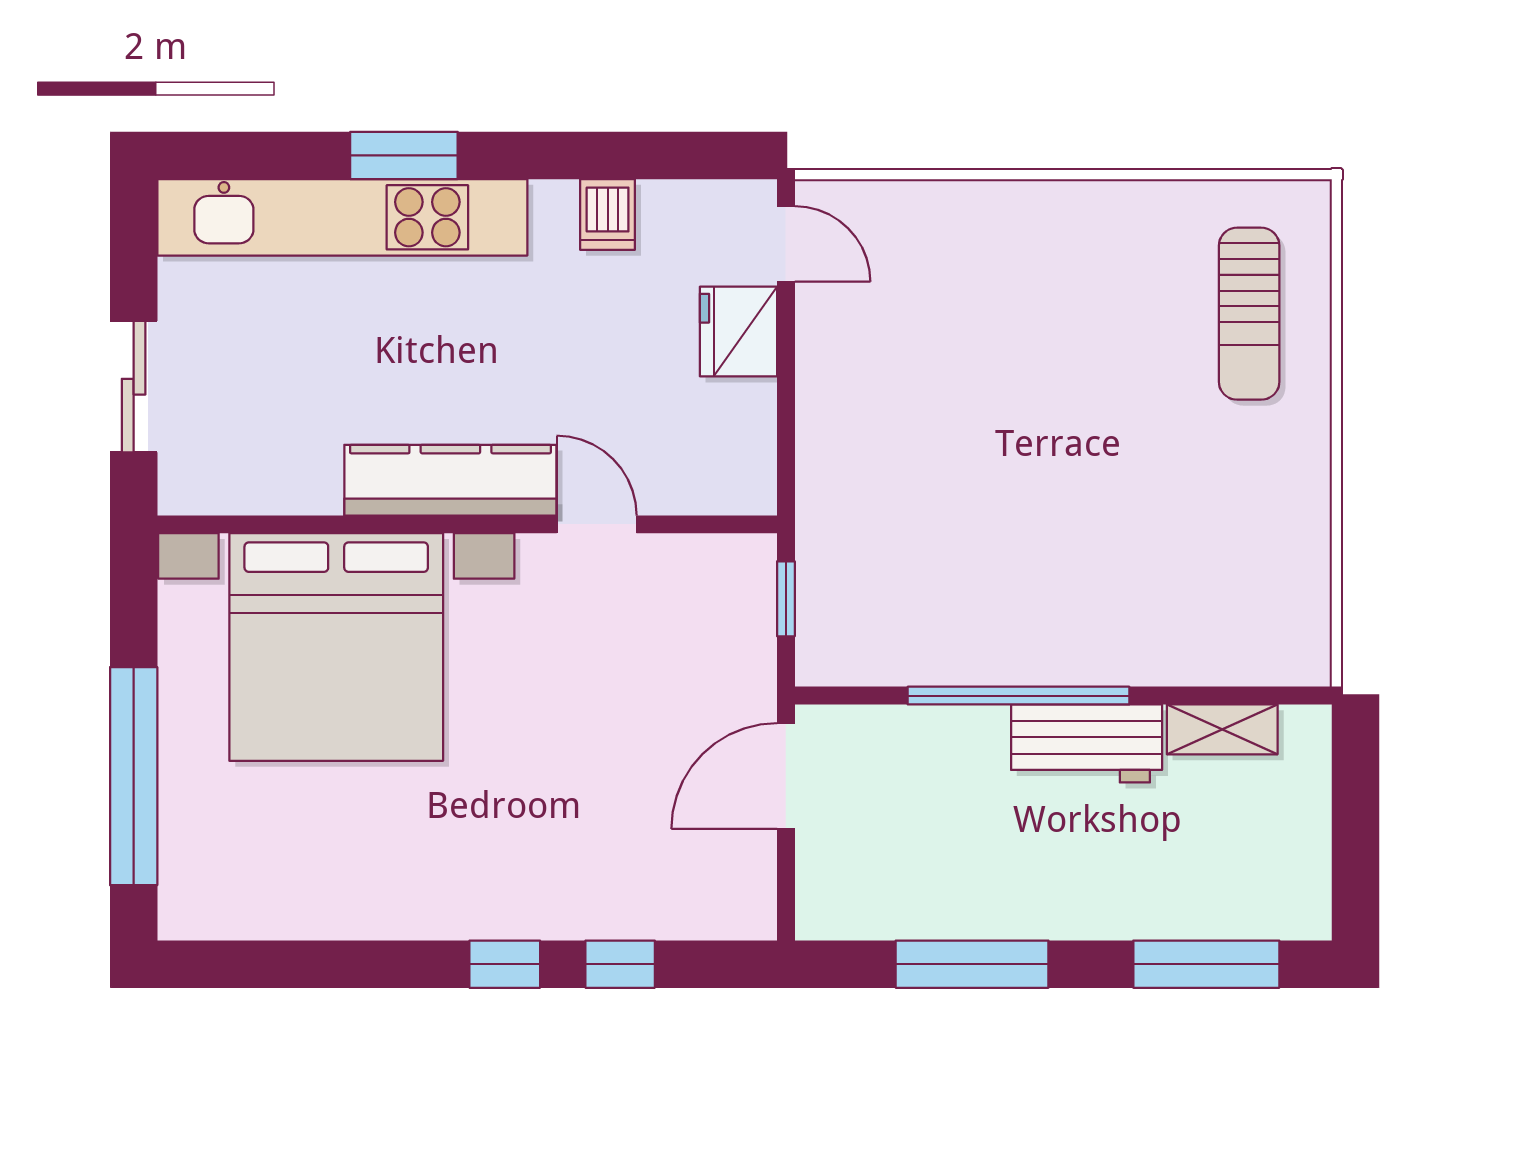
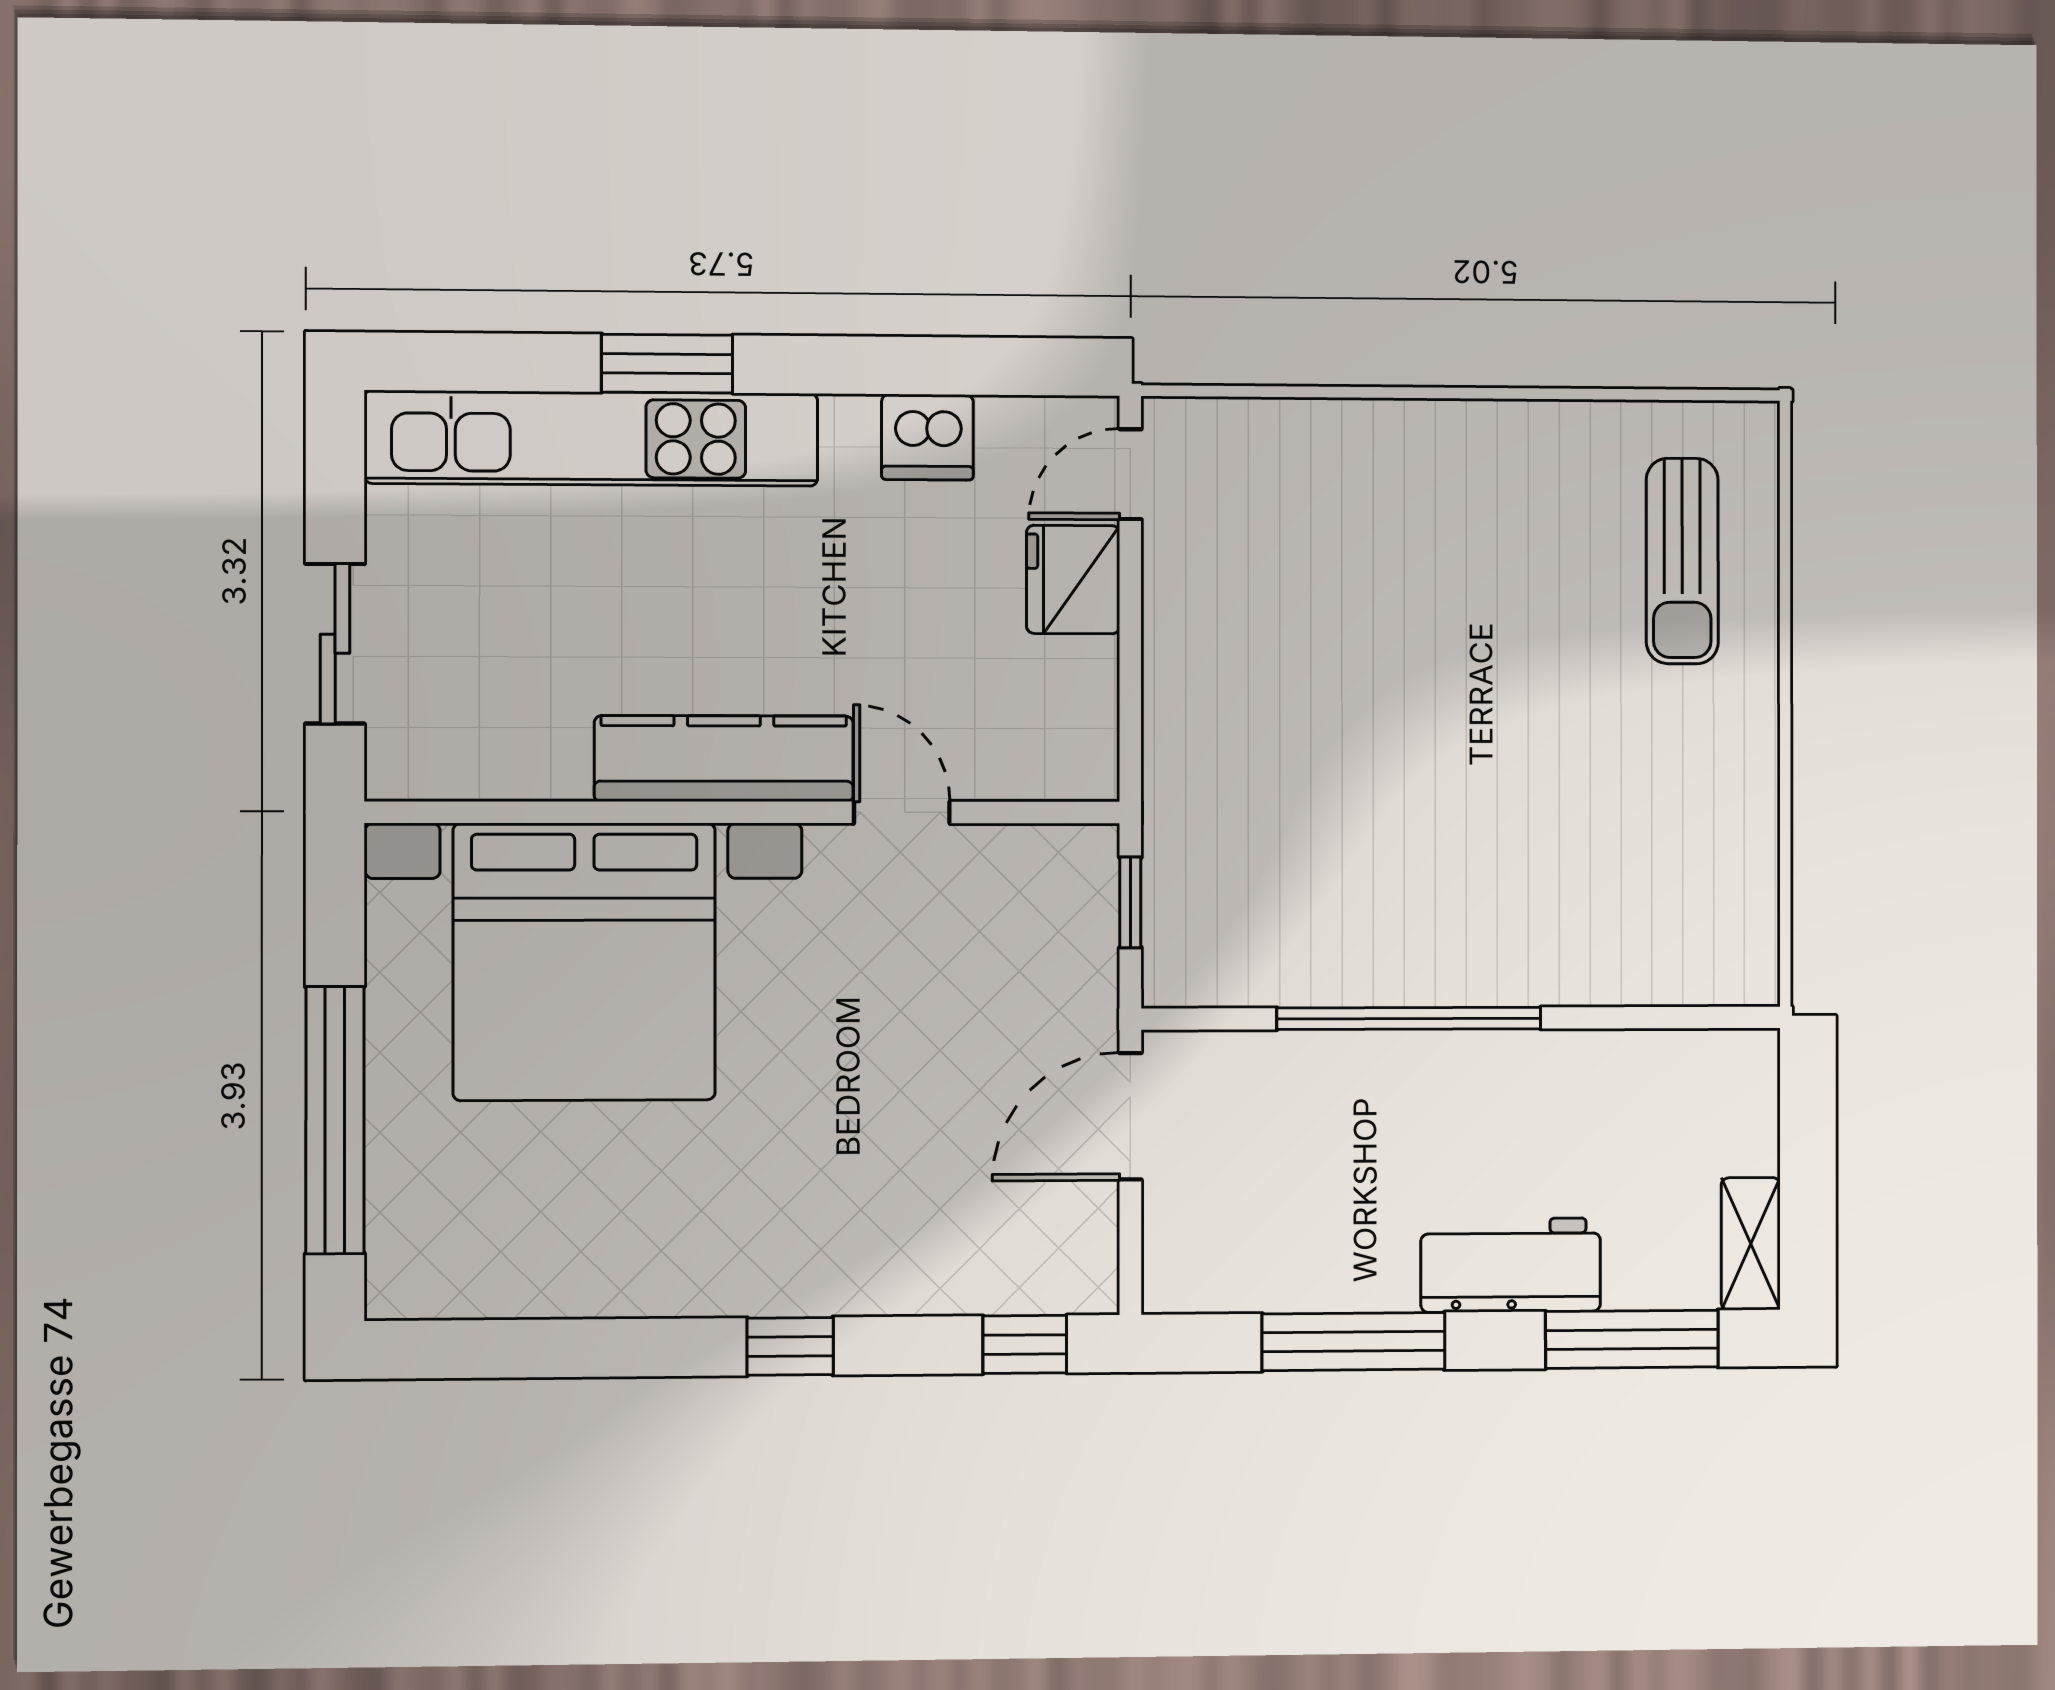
dishwasher: (608, 214) -> (927, 437), width x1.38
door: (786, 244) -> (1130, 474), swing flipped
shelving: (1222, 729) -> (1751, 1244), moved, turned 90
workbench: (1087, 743) -> (1511, 1265), moved, turned 180
window: (620, 964) -> (1025, 1344), moved

